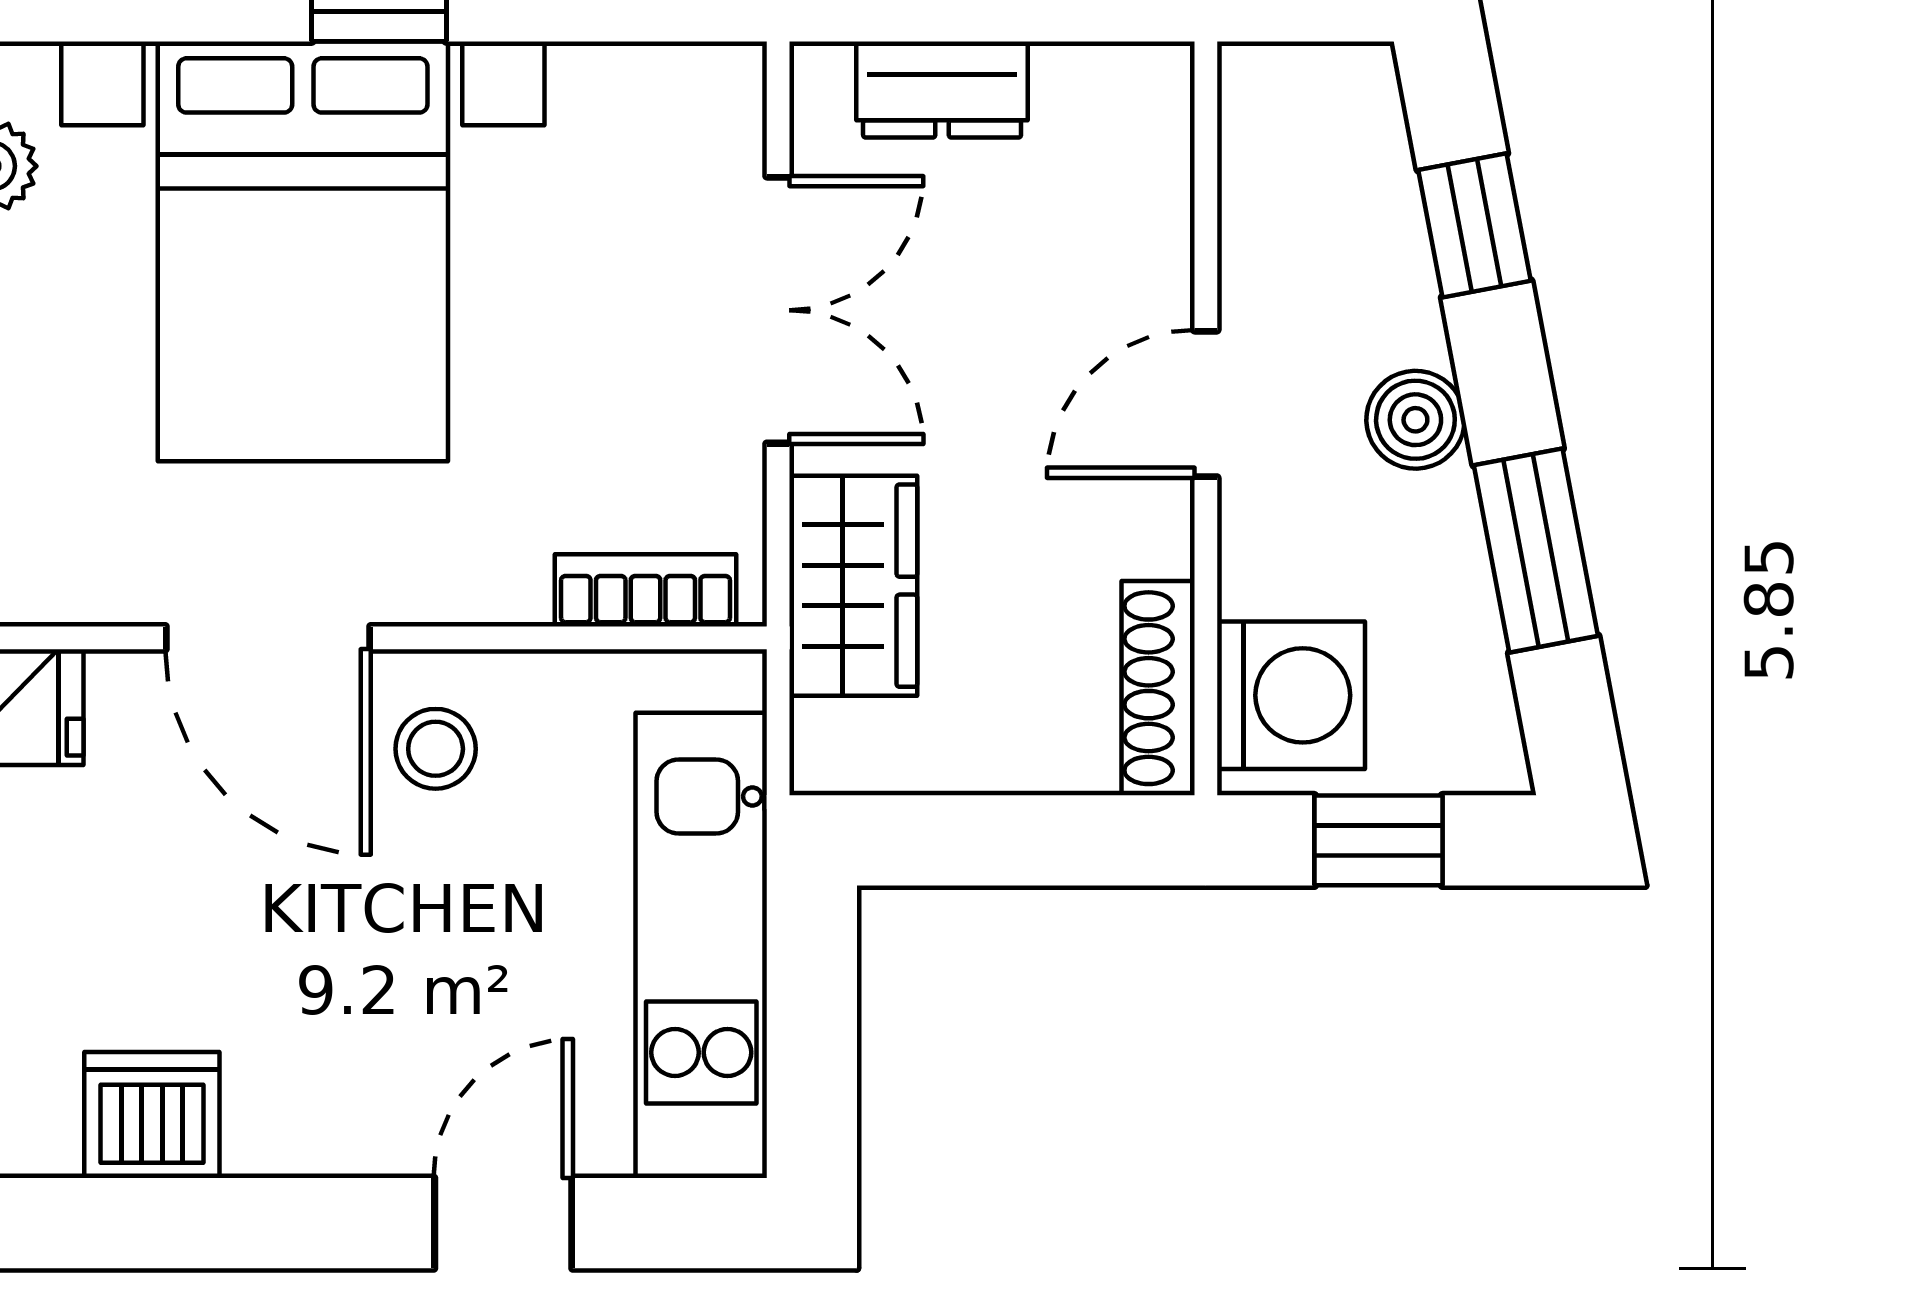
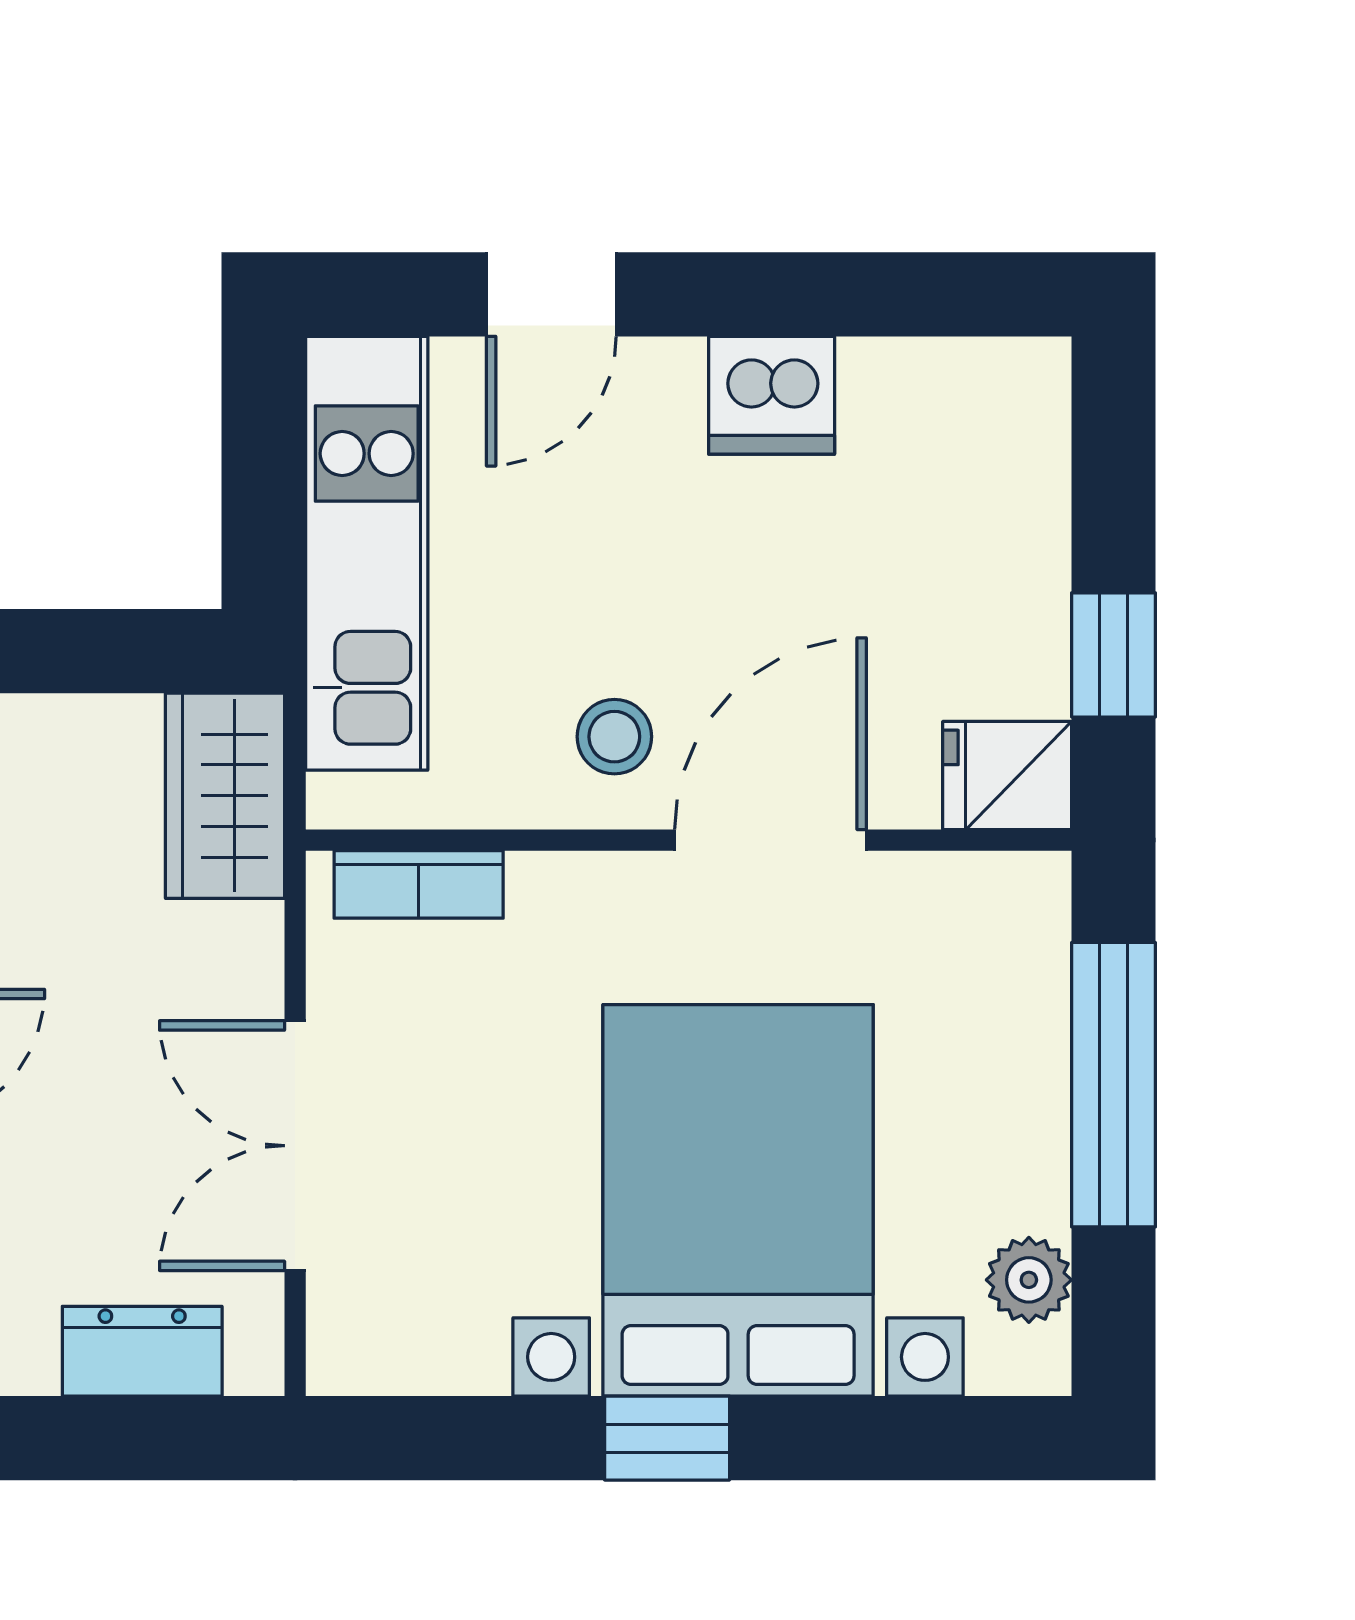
wardrobe: (853, 586) -> (225, 796), moved
door: (268, 638) -> (771, 840), hinge flipped
dishwasher: (152, 1115) -> (772, 395), moved

